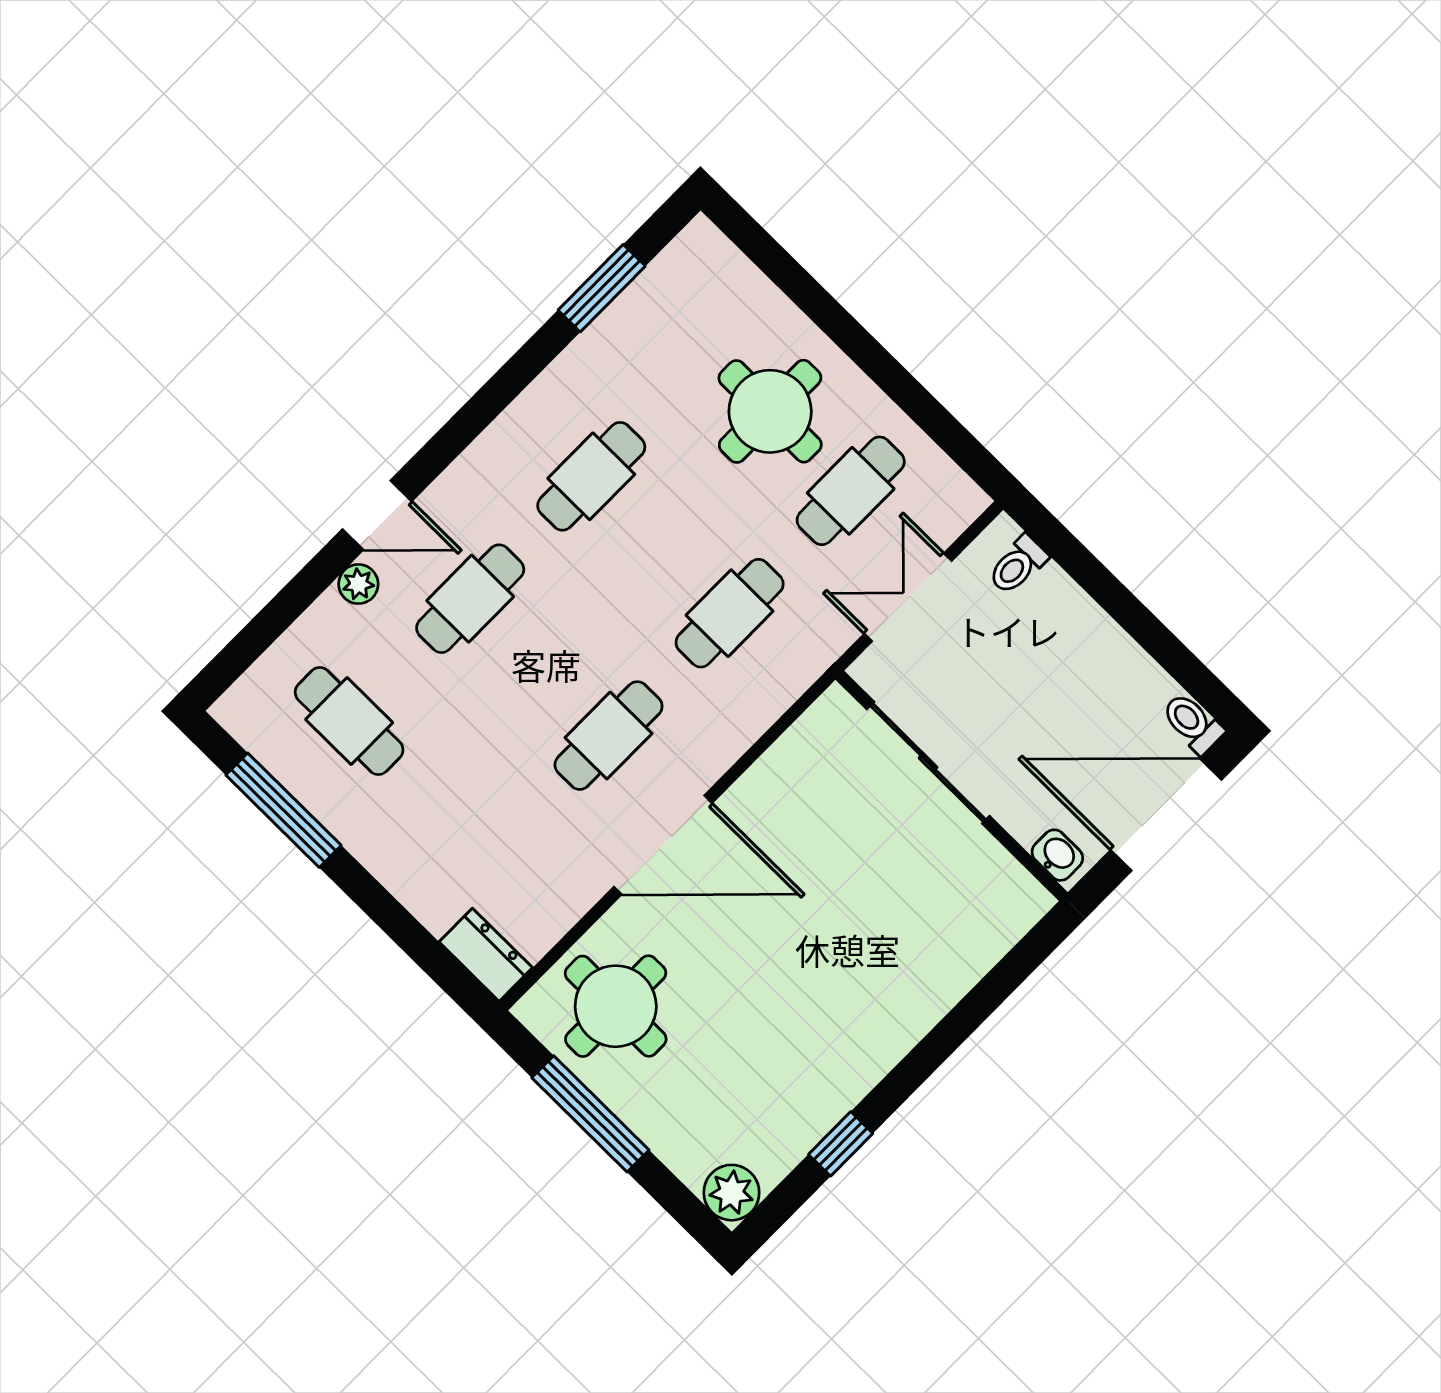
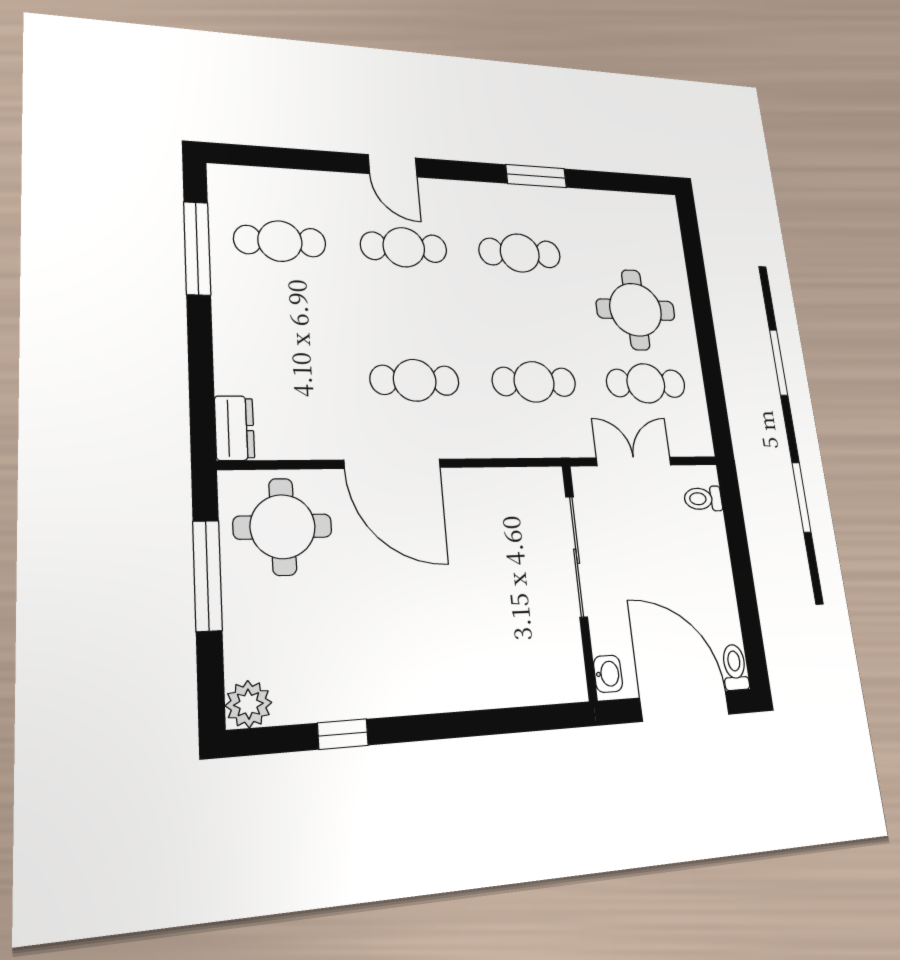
window: (602, 288) -> (536, 176), moved
plant: (358, 584) -> (351, 186), removed
cafe table: (349, 721) -> (280, 241), turned 90

